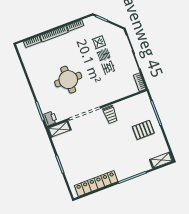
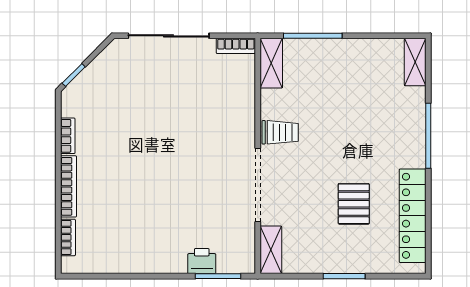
round table: (68, 80) -> (175, 193), removed
shelving: (138, 100) -> (271, 63), added
printer: (50, 119) -> (202, 261), moved
pallet: (143, 130) -> (354, 204), moved

